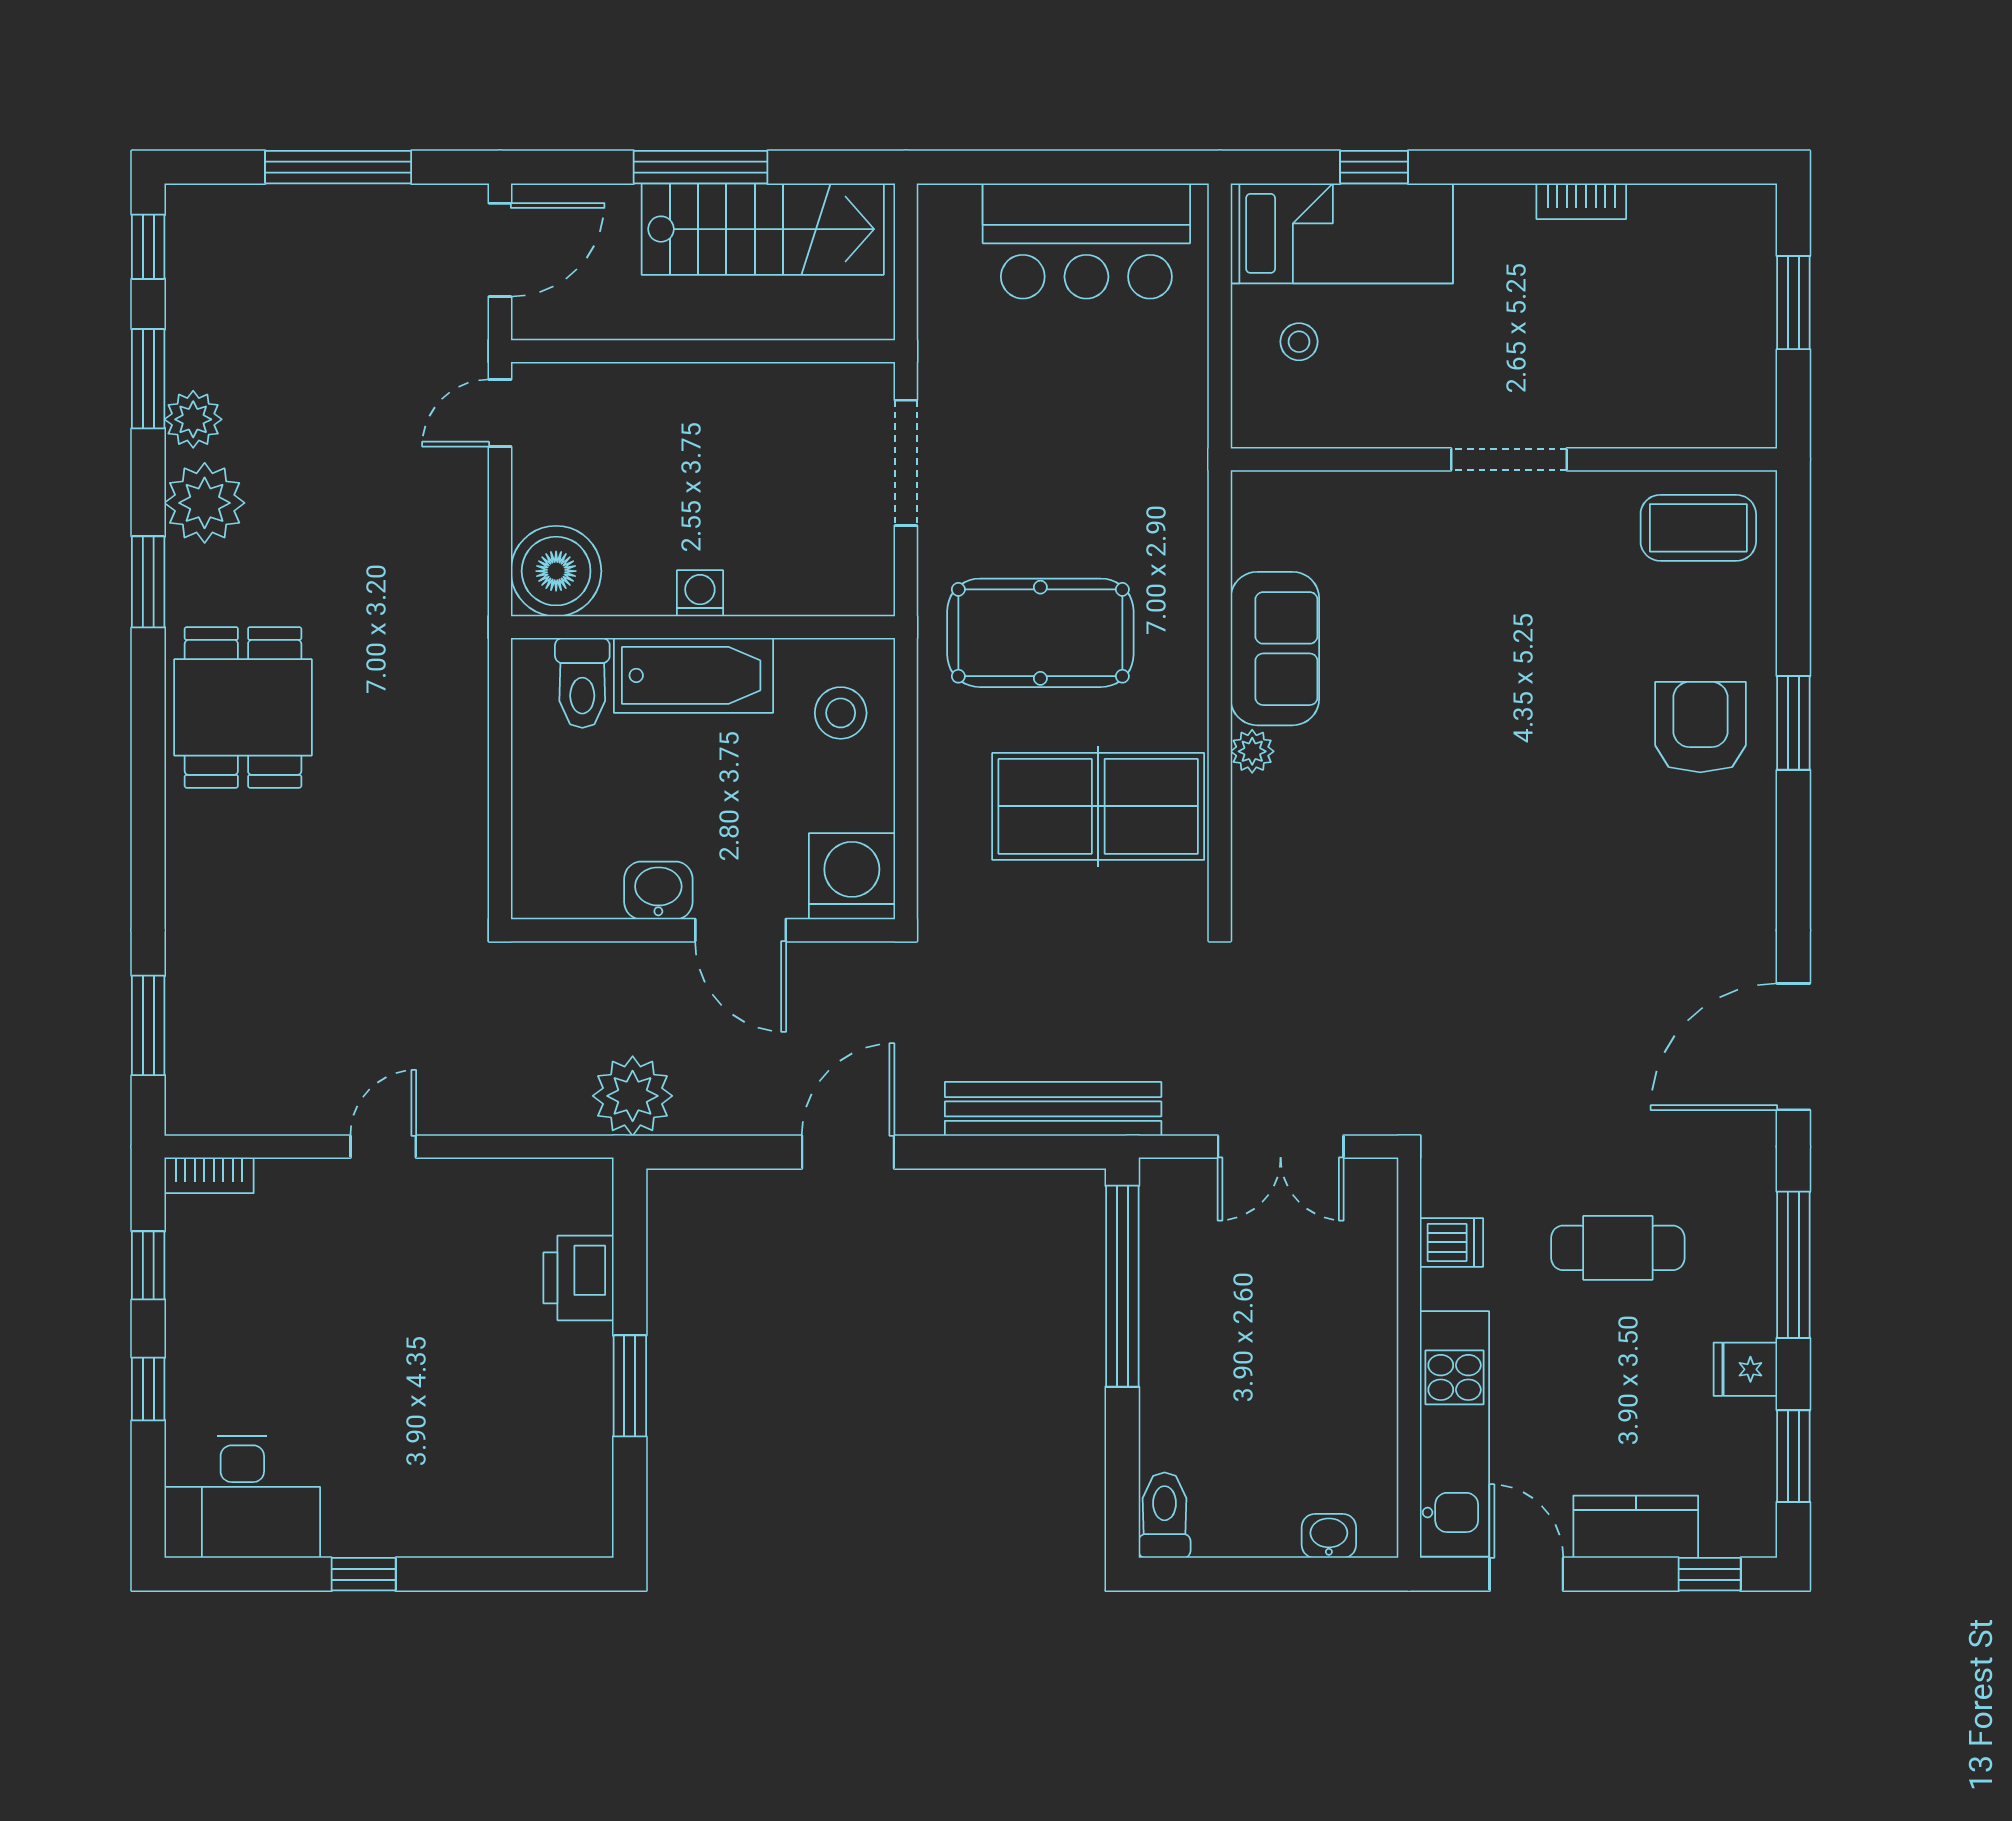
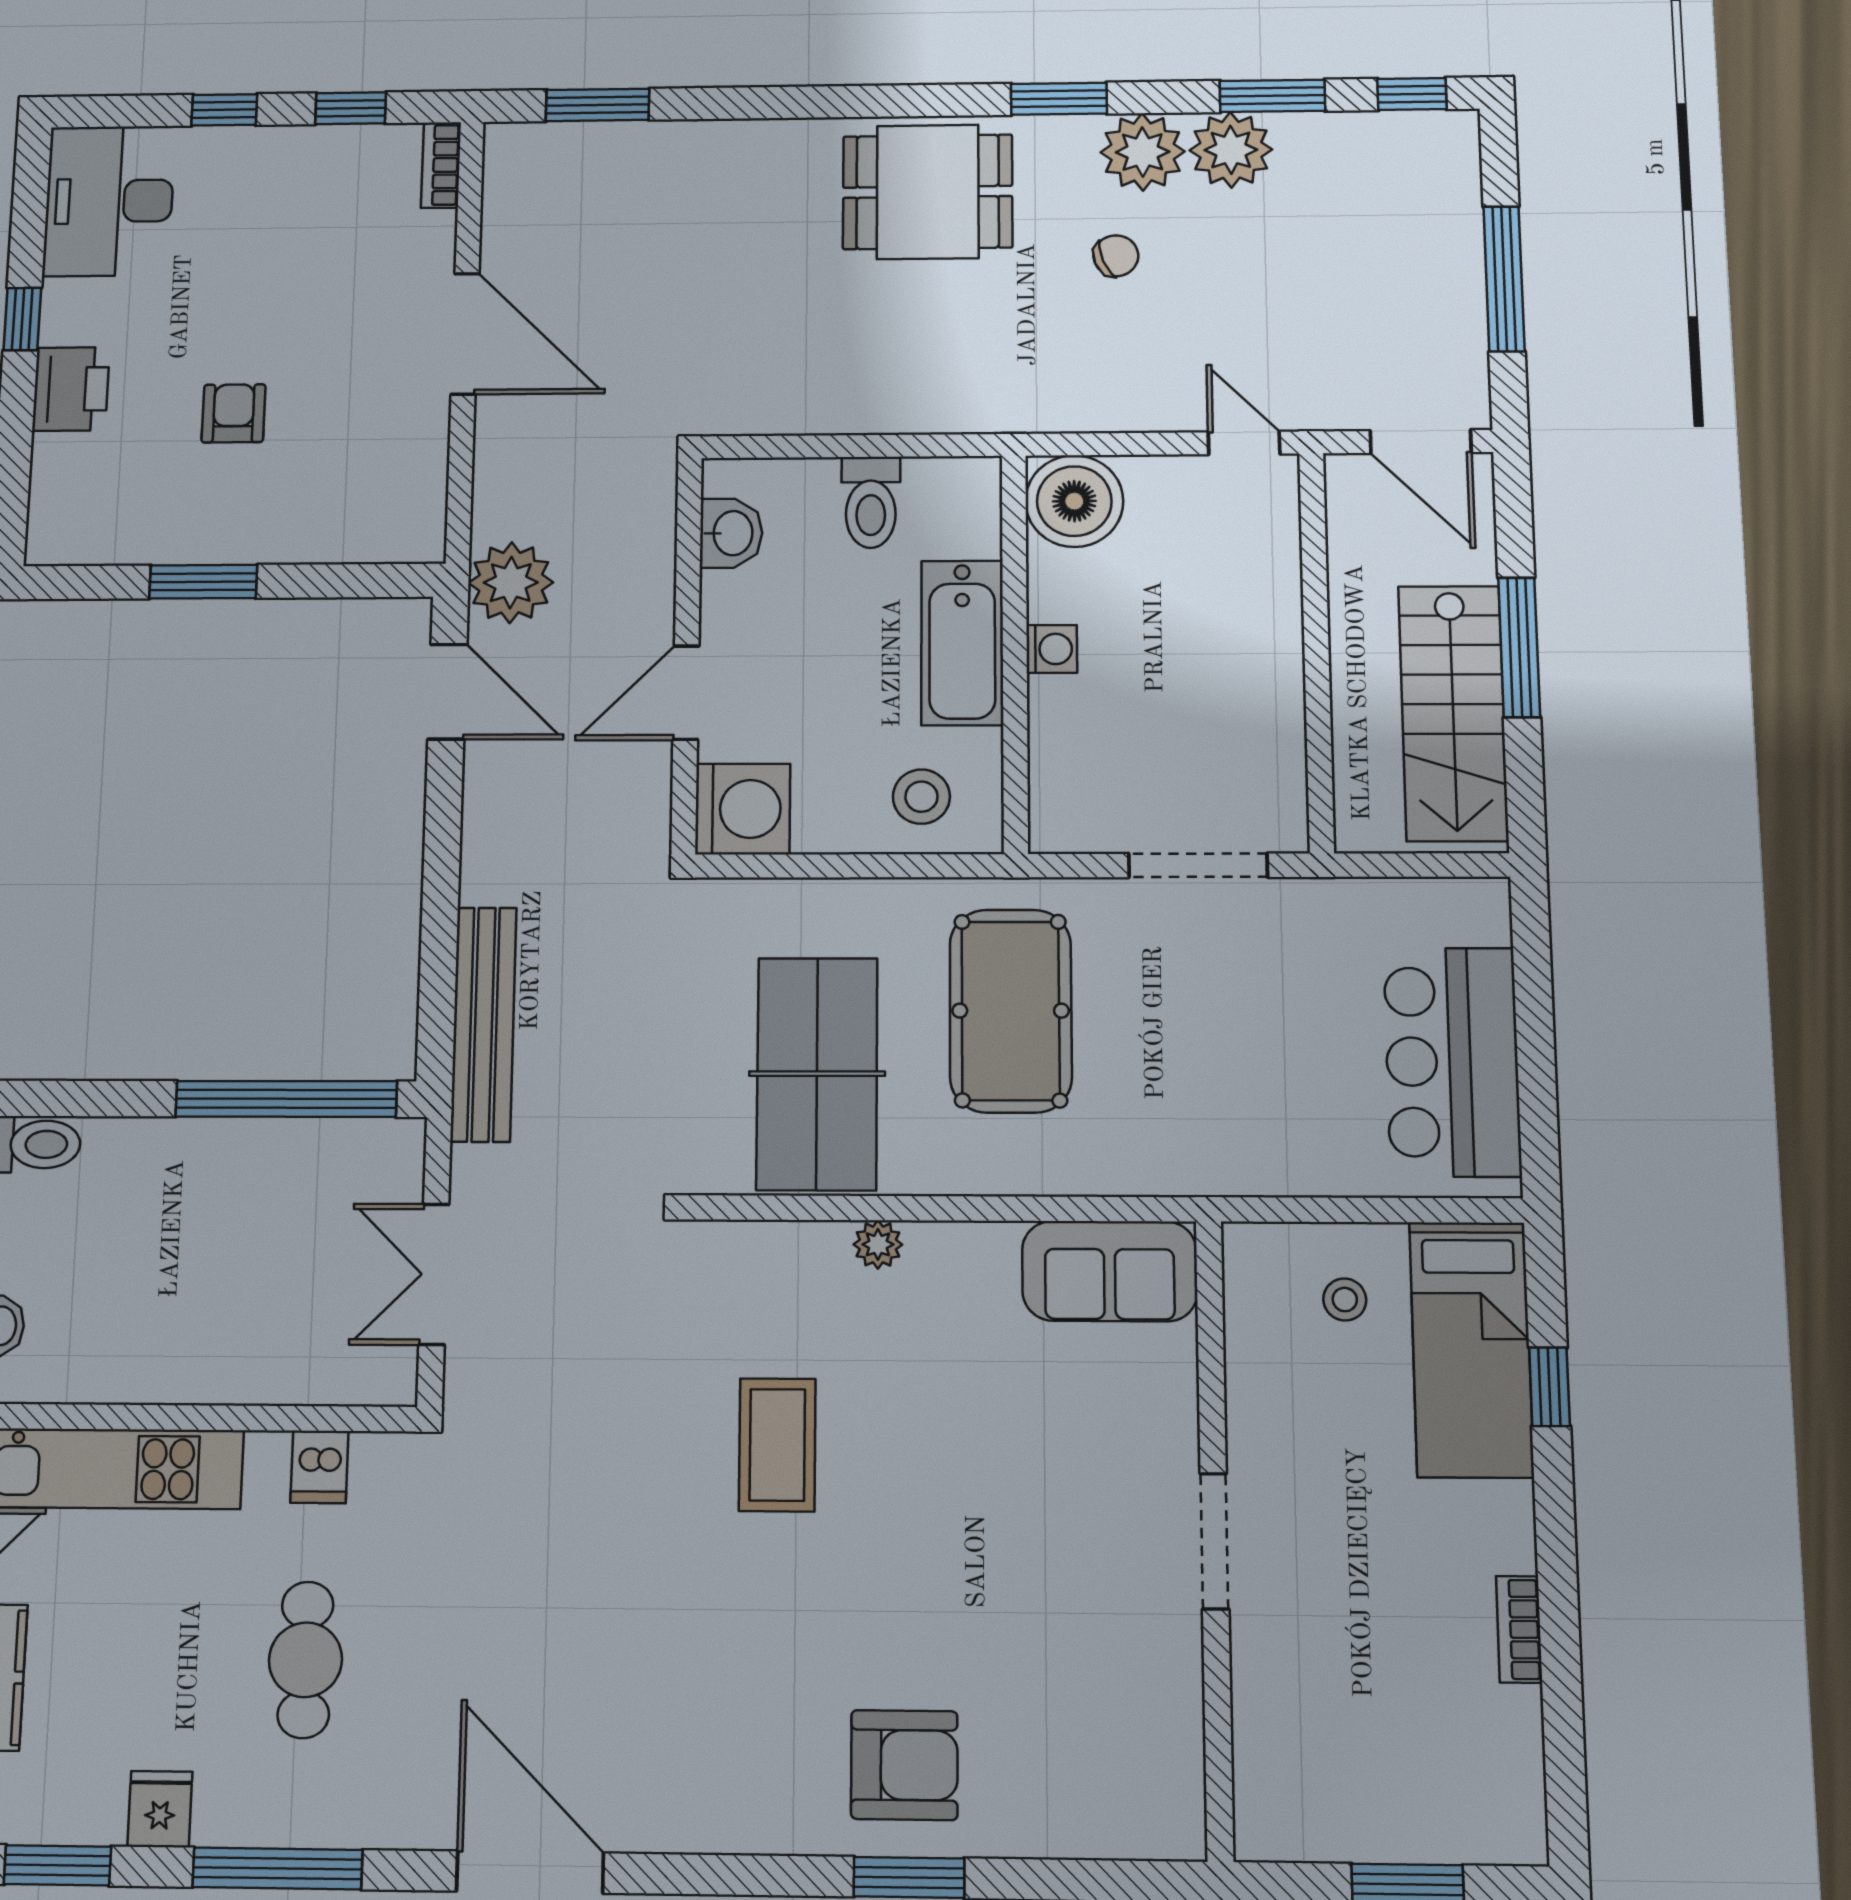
plant: (193, 419) -> (1231, 150), width x1.36, depth x1.36
coffee table: (1698, 528) -> (777, 1445), moved
chair: (311, 530) -> (1116, 256), added
sofa: (1275, 649) -> (1110, 1271), moved
toilet: (582, 683) -> (871, 502), moved, turned -90
washbasin: (658, 890) -> (731, 533), moved
door: (383, 1147) -> (465, 334), width x1.88
door: (848, 1152) -> (447, 692), moved
printer: (579, 1278) -> (71, 389), moved, turned 90
armchair: (462, 1365) -> (234, 413), added

